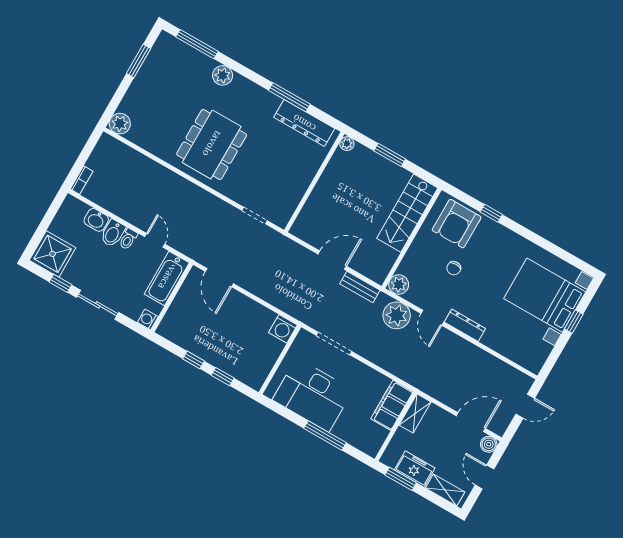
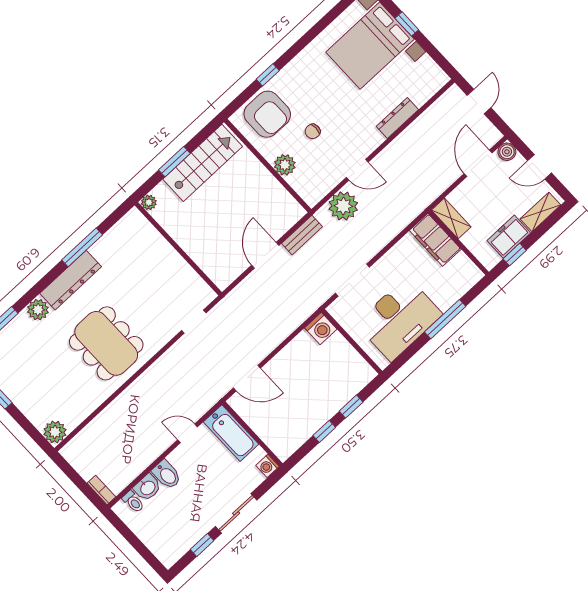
dresser: (304, 123) -> (71, 280), moved
stairs: (407, 213) -> (203, 163), moved, turned -90
toilet: (128, 239) -> (133, 502), moved
shower: (53, 254) -> (169, 544), removed
chair: (454, 268) -> (313, 131), turned 90
plant: (399, 285) -> (285, 165), moved
dresser: (465, 325) -> (397, 118), moved
window: (401, 479) -> (515, 255), width x0.67

